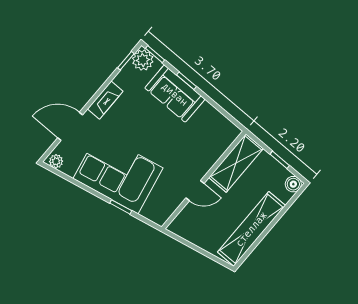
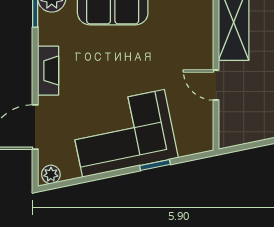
door: (195, 191) -> (216, 85), swing flipped

